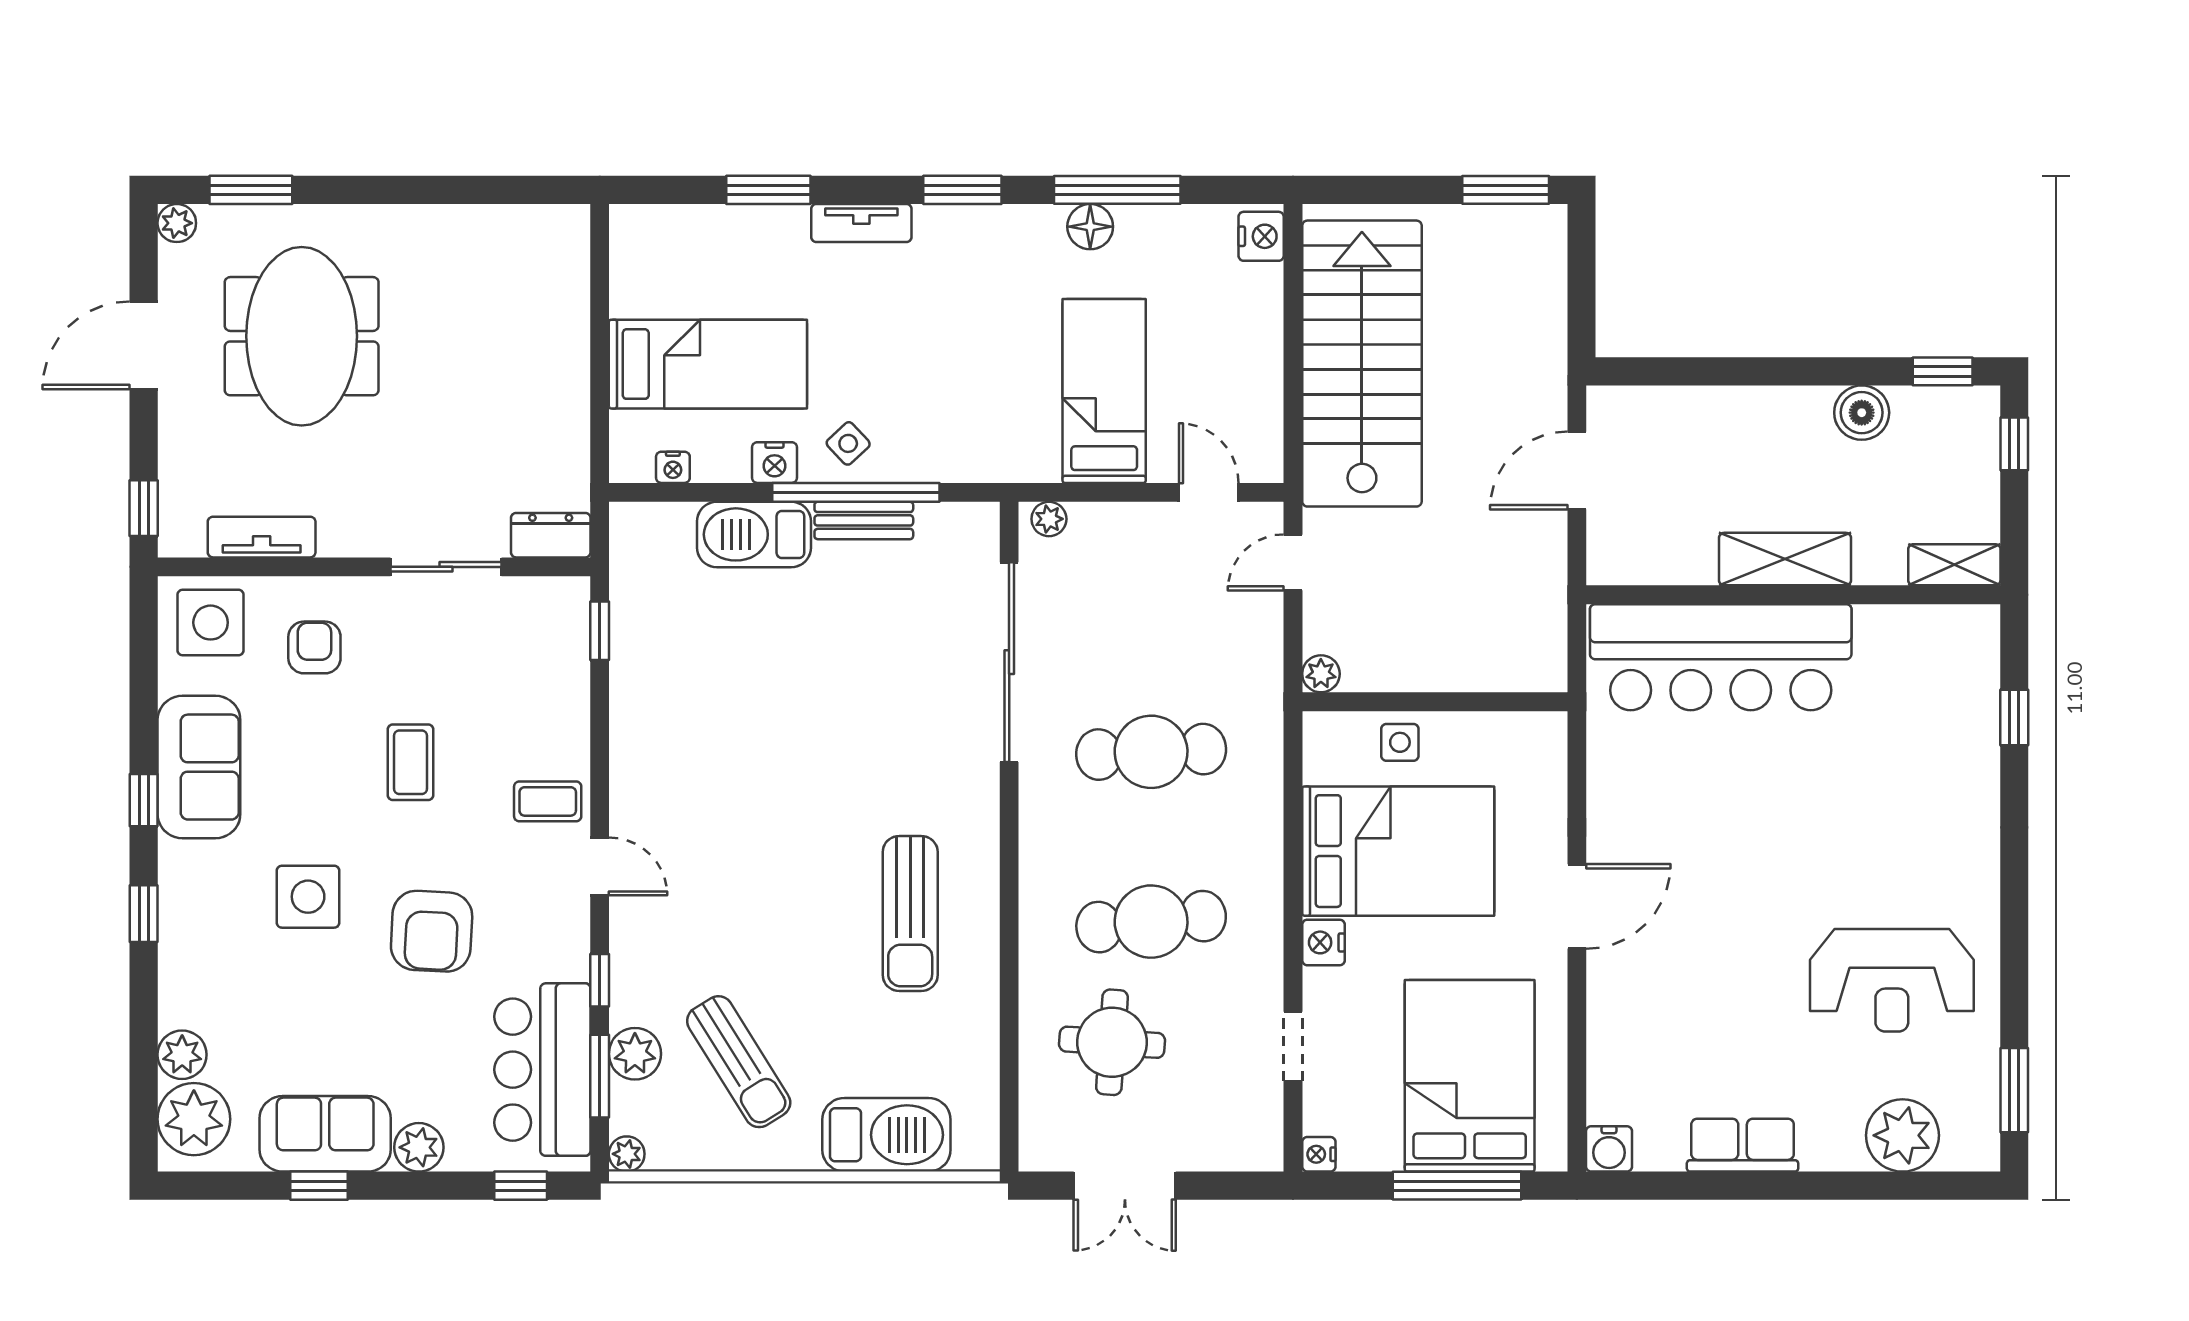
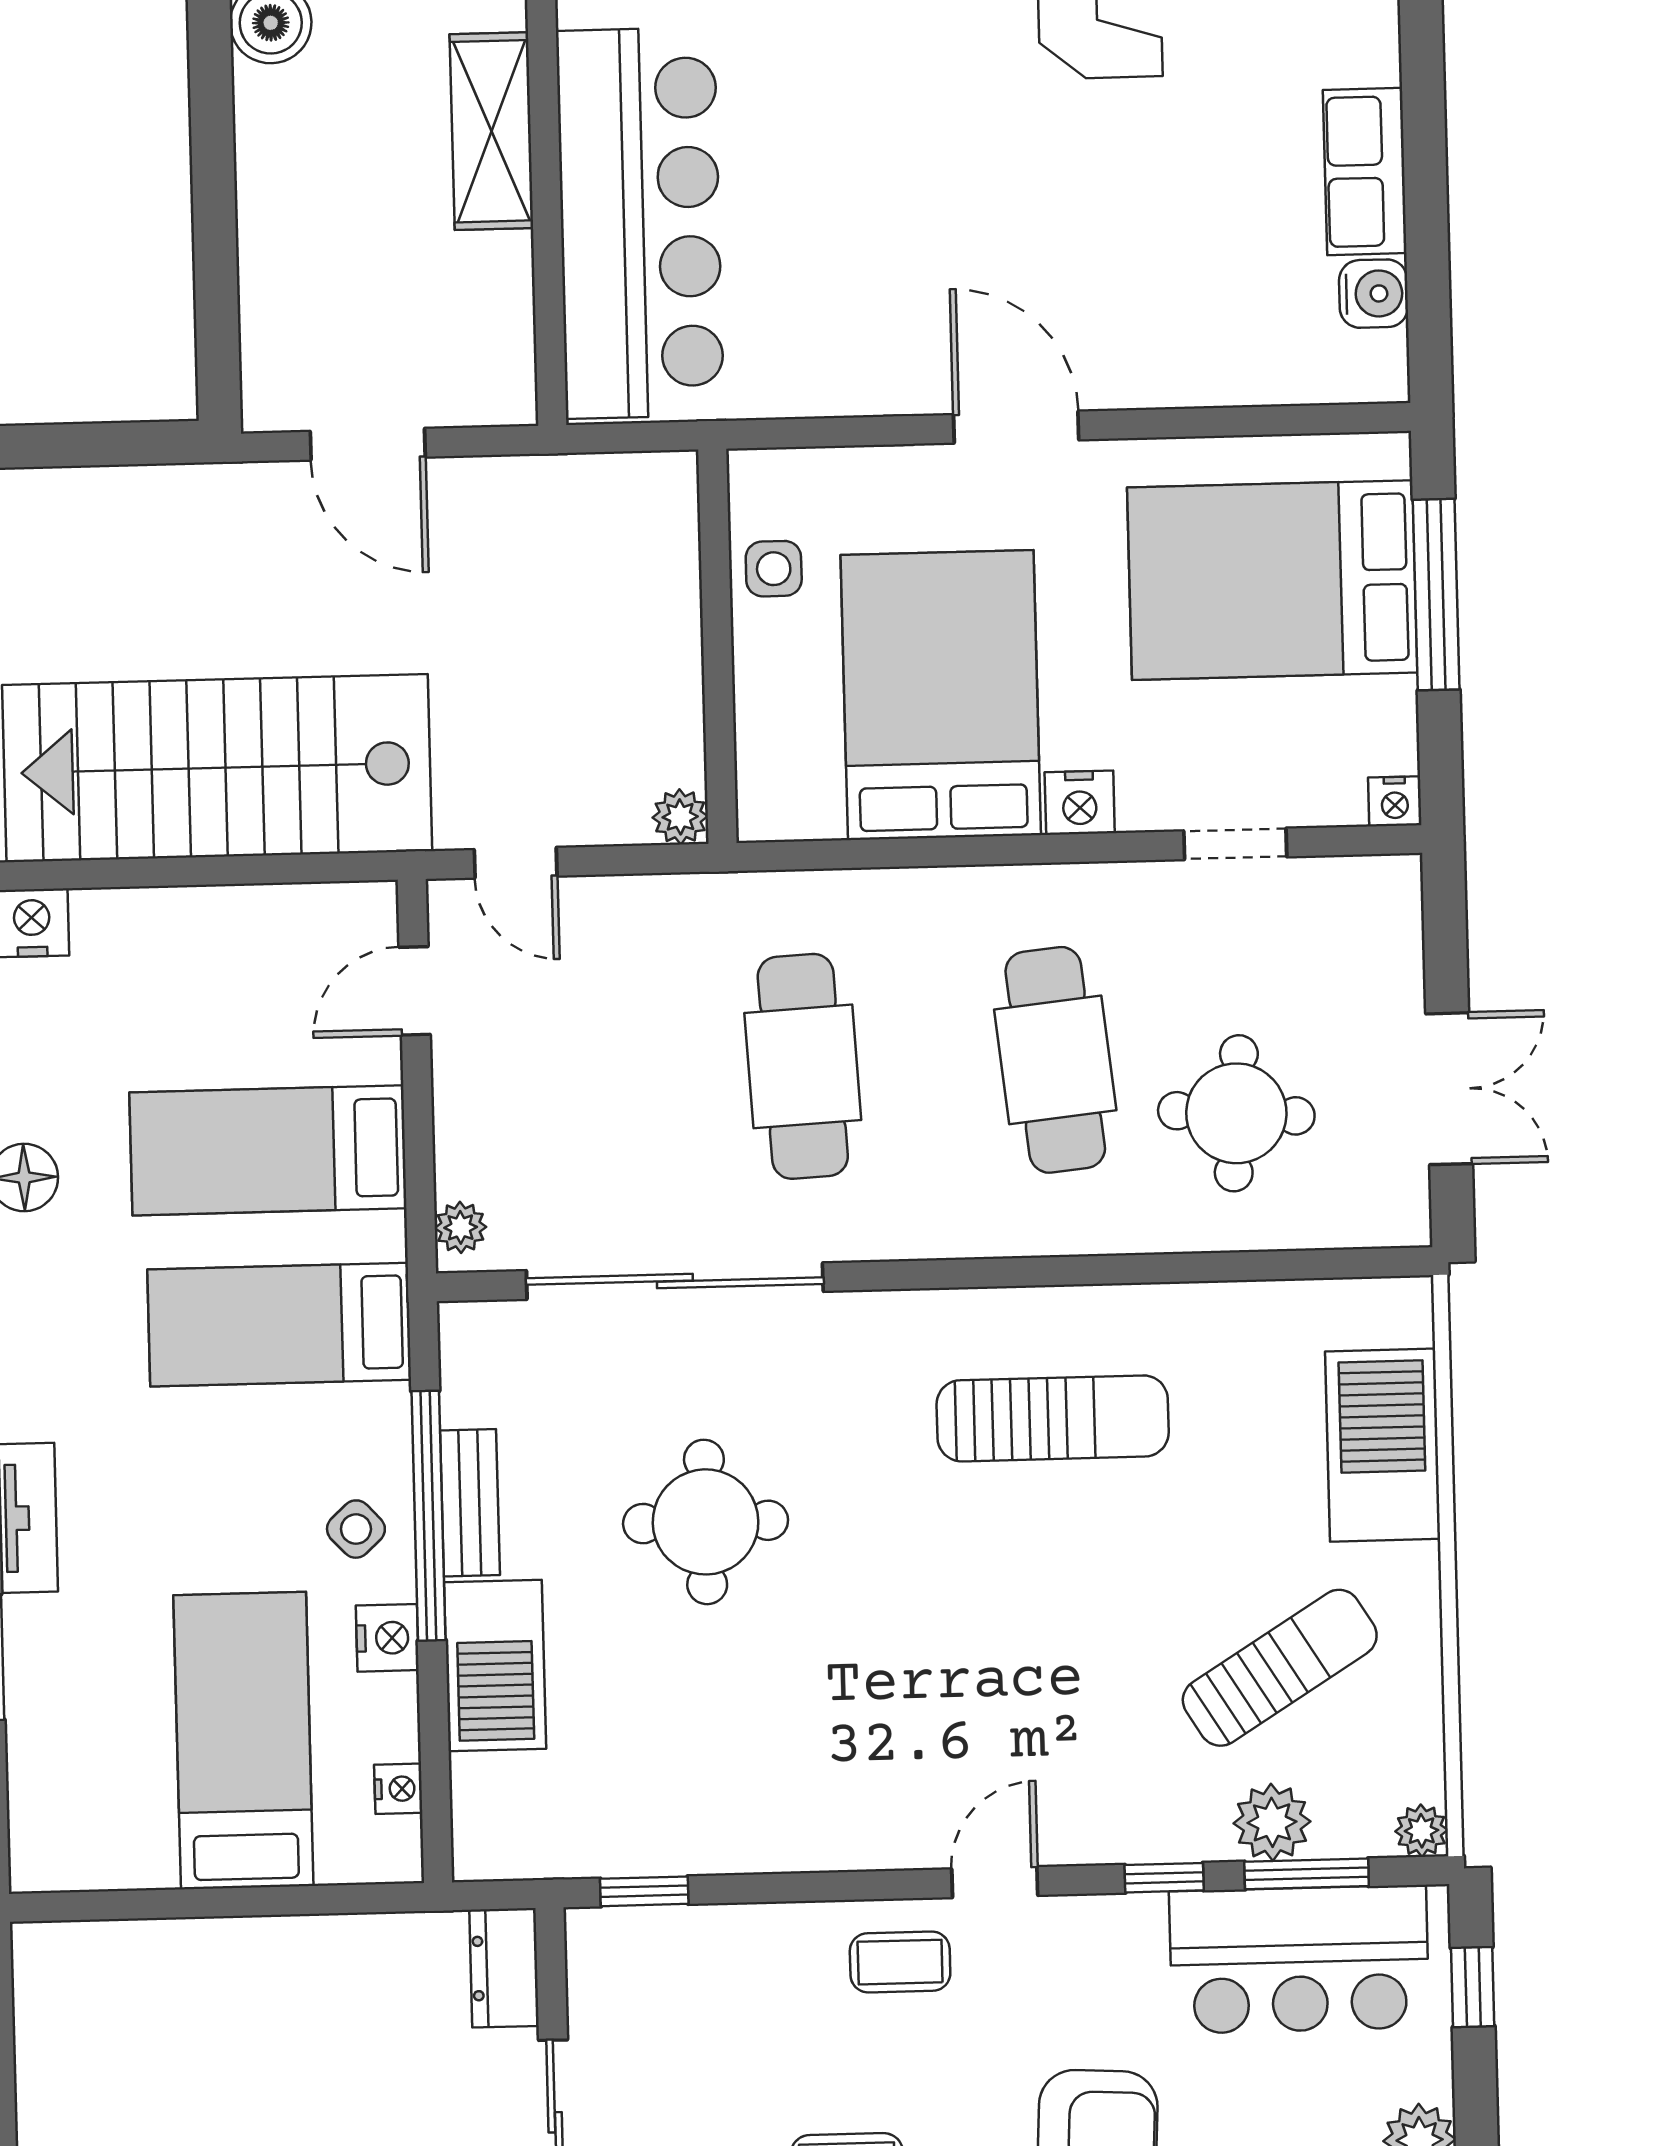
bed: (987, 395) -> (279, 1325), added
round table: (847, 678) -> (706, 1522), added
side table: (1400, 742) -> (774, 569), moved
coffee table: (548, 801) -> (900, 1962), turned 90
water cooler: (1609, 1149) -> (1374, 294), moved

